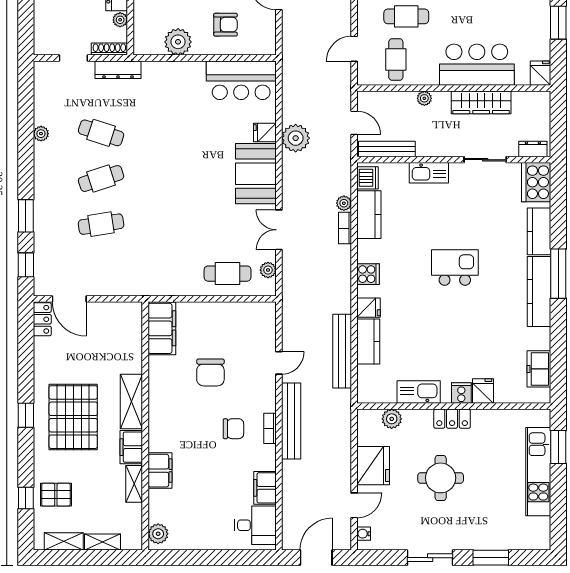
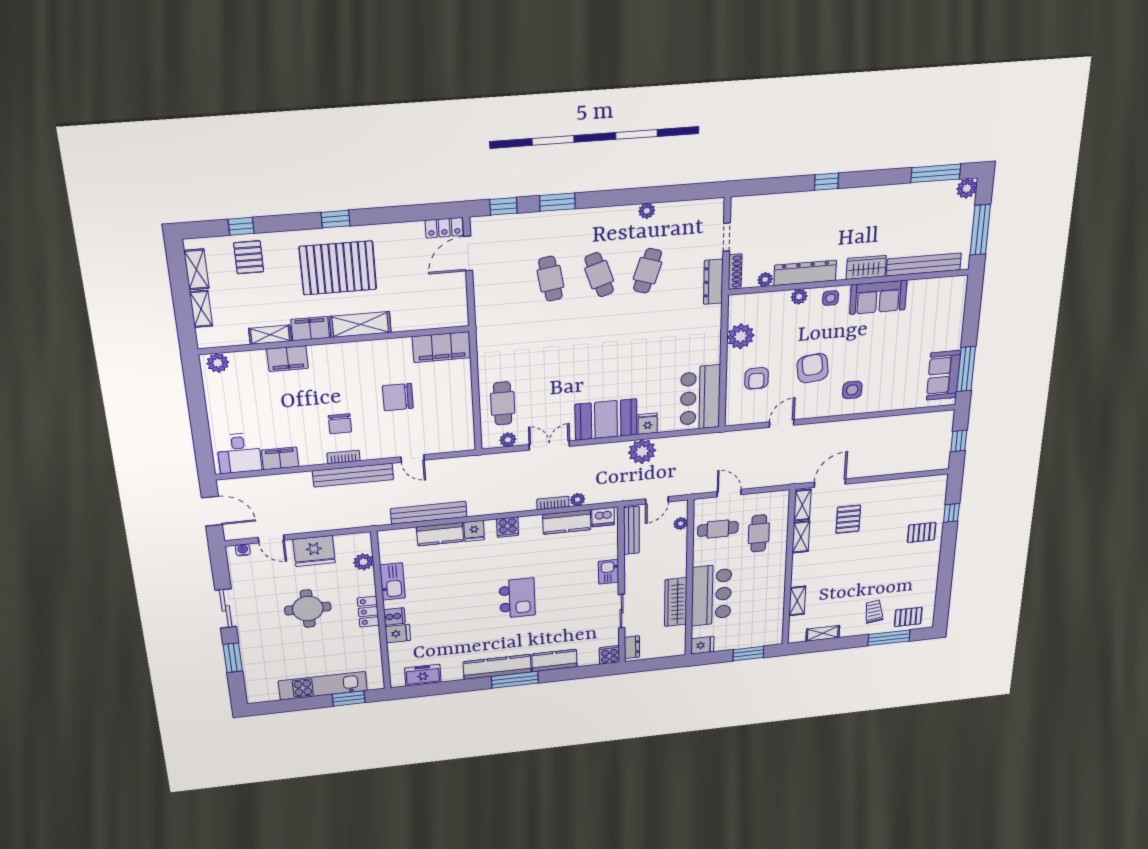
plant: (424, 98) -> (681, 524), moved
kitchen sink: (429, 173) -> (609, 572), width x0.73
cooker: (536, 182) -> (609, 655), width x0.53, depth x0.76

